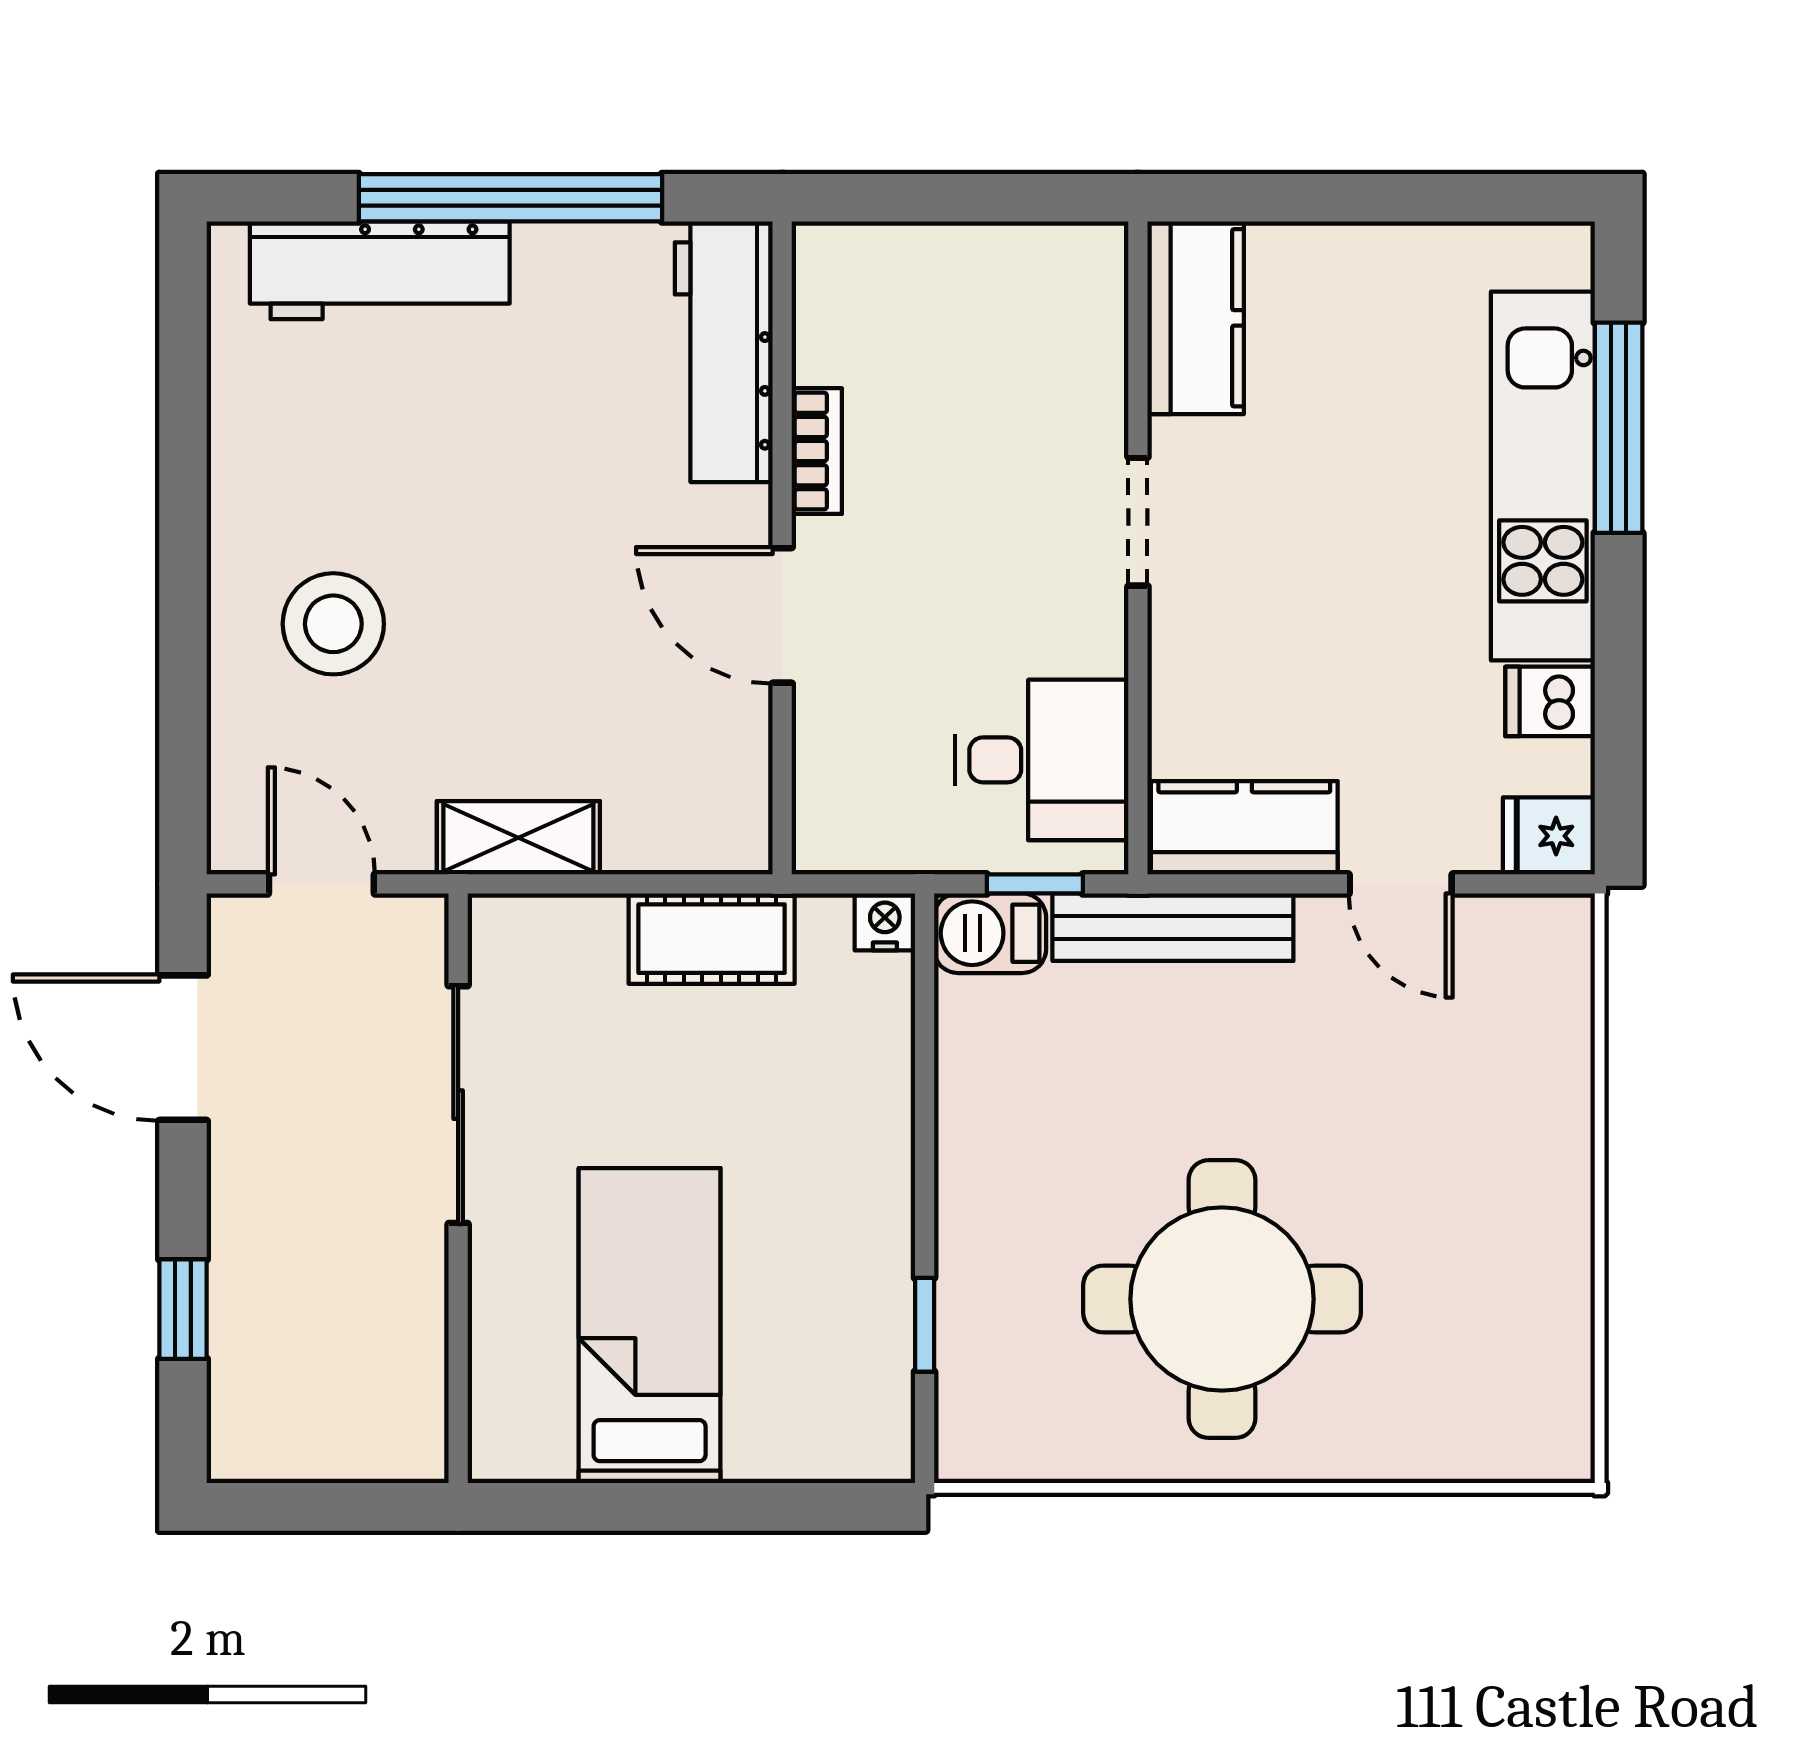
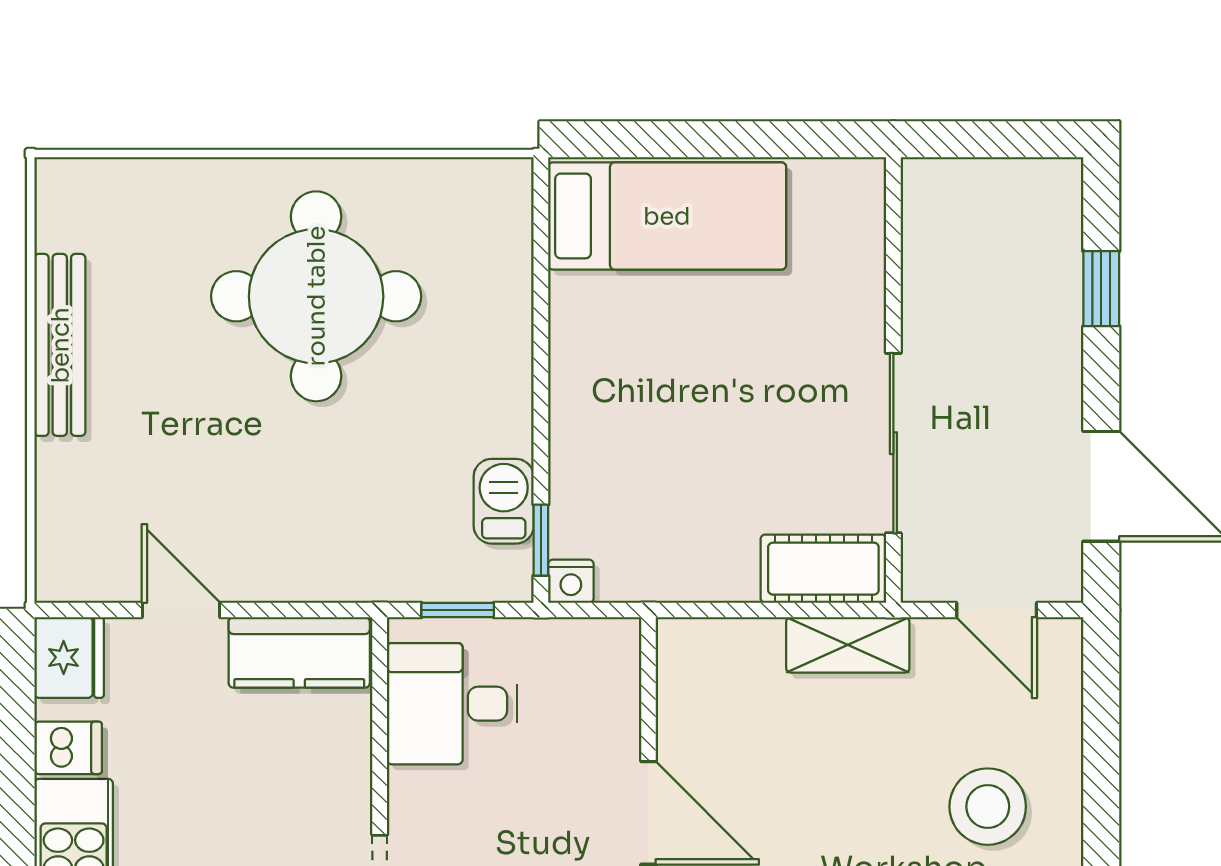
fridge: (1549, 836) -> (69, 657), width x1.38
bench: (1173, 927) -> (60, 345), moved, turned 90
barbecue: (990, 933) -> (504, 501), moved, turned -90
cot: (712, 939) -> (823, 569), moved
window: (925, 1325) -> (541, 540), moved
bed: (650, 1326) -> (667, 216), moved, turned -90

